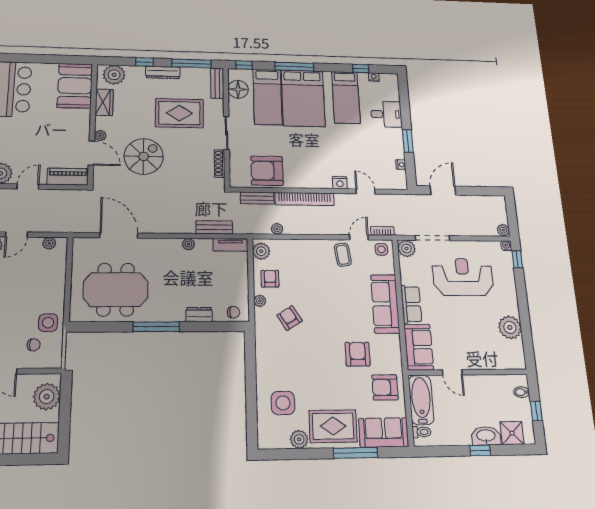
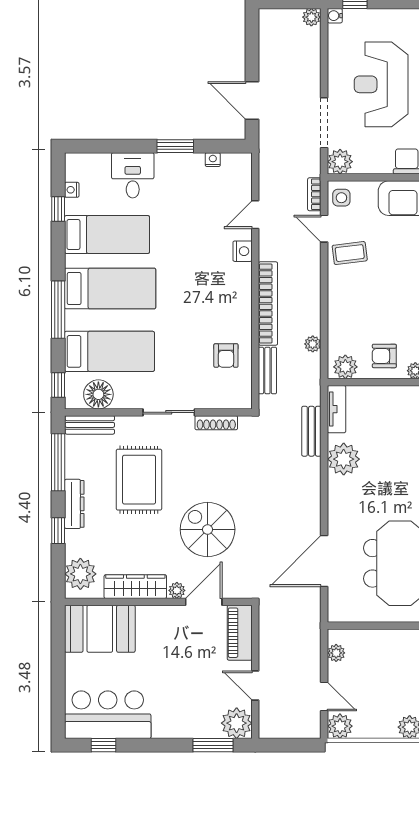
bed: (303, 98) -> (110, 288), width x0.67
wardrobe: (104, 102) -> (135, 587), width x1.50
armchair: (267, 171) -> (226, 356), width x0.53, depth x0.53
plant: (188, 244) -> (344, 459), width x1.87, depth x1.87

